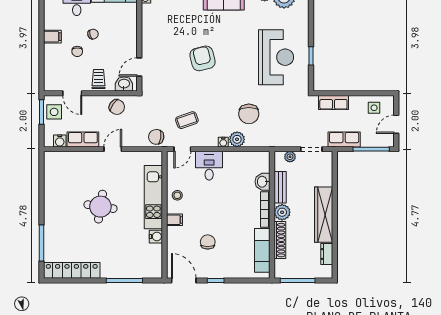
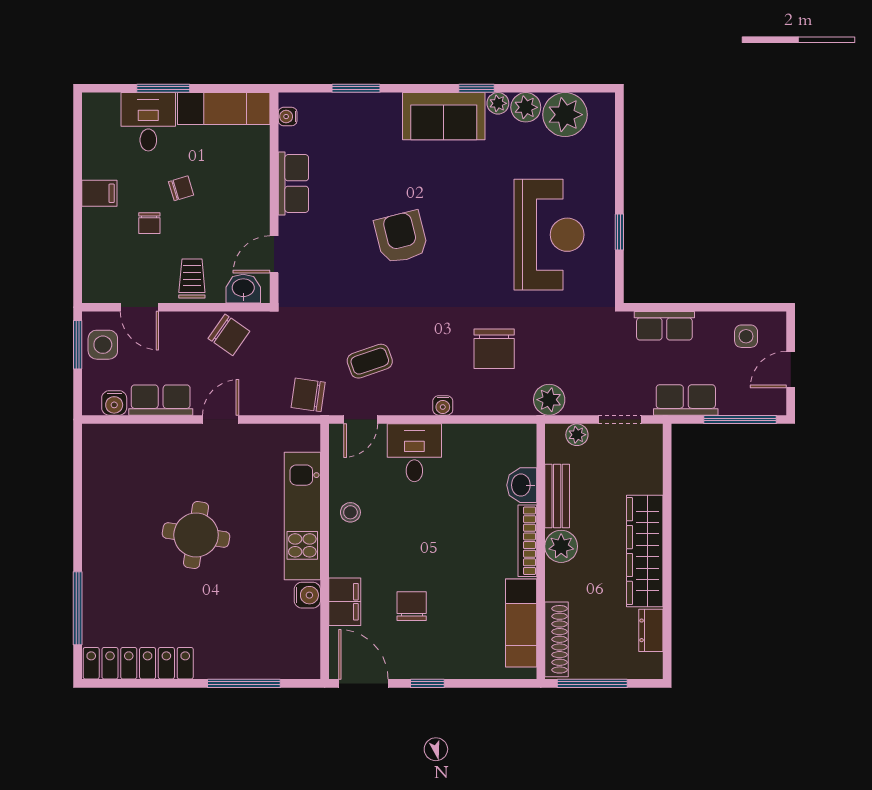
row of seats: (149, 32) -> (293, 184), added
plant: (237, 139) -> (549, 400), moved
filing cabinet: (174, 220) -> (345, 602), moved, width x2.00
shoe rack: (280, 240) -> (557, 639), moved

